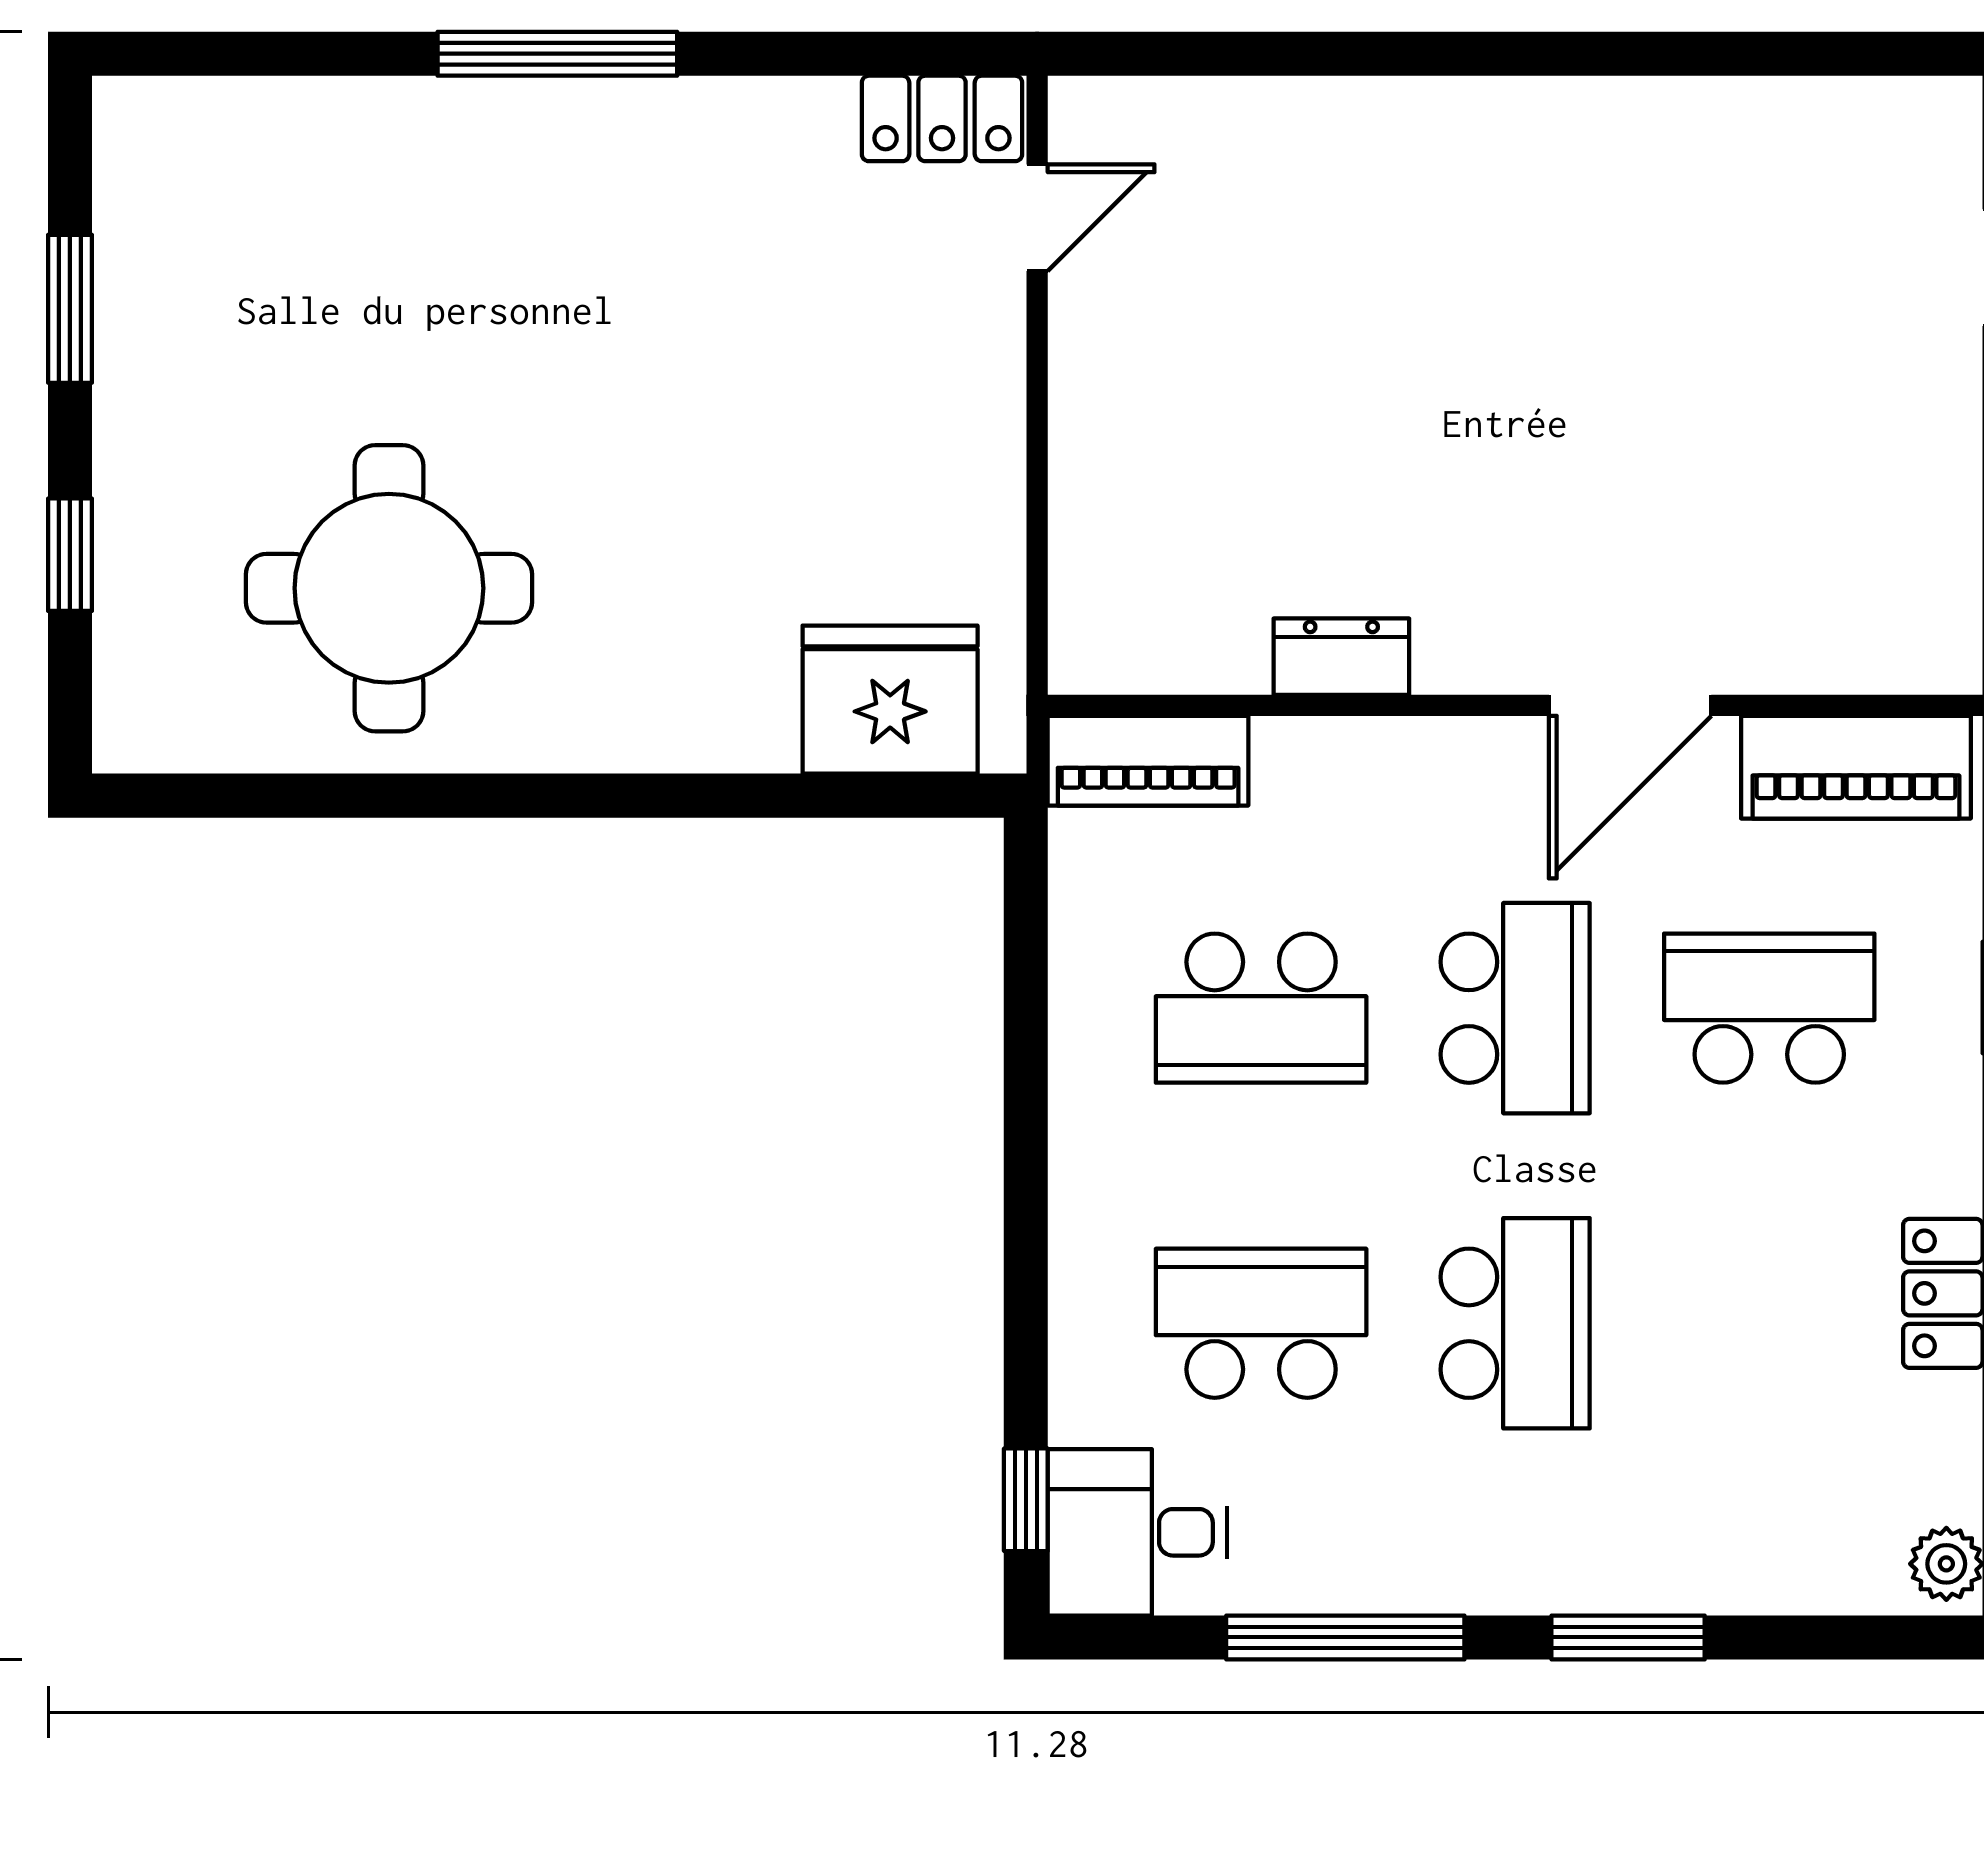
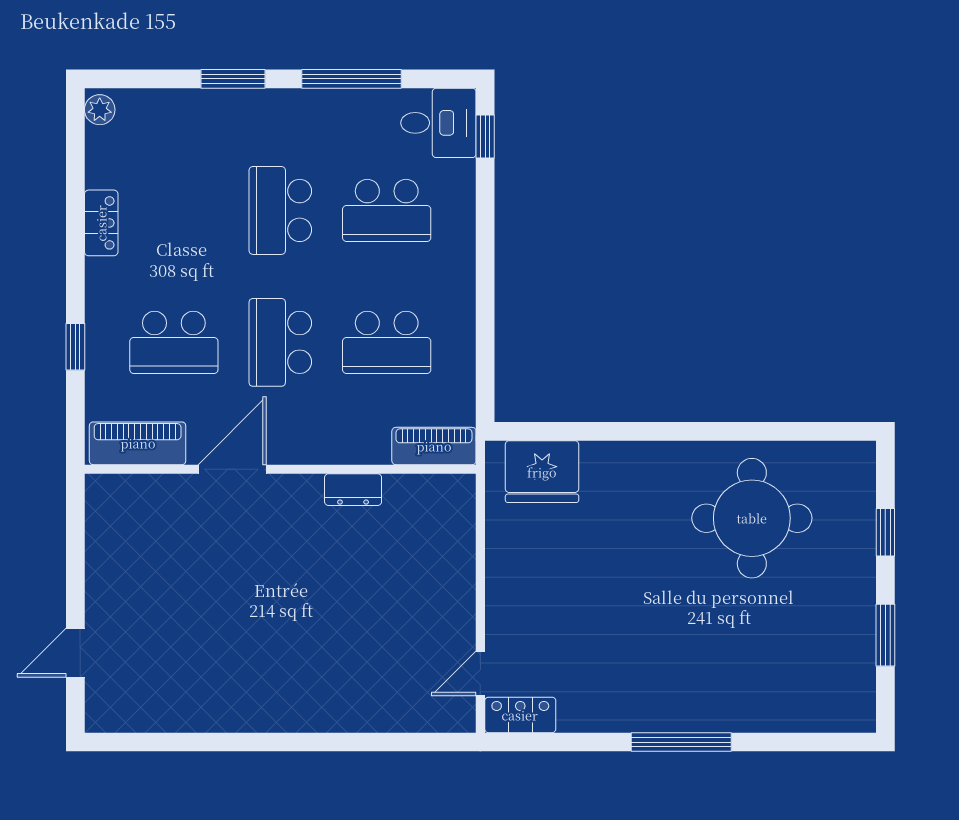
school desk: (1261, 1008) -> (387, 342), turned 180

